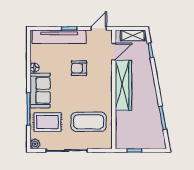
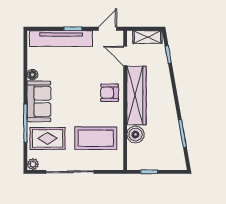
door: (114, 52) -> (125, 56), swing flipped
armchair: (79, 68) -> (110, 93), moved
boiler: (123, 119) -> (135, 135), added

